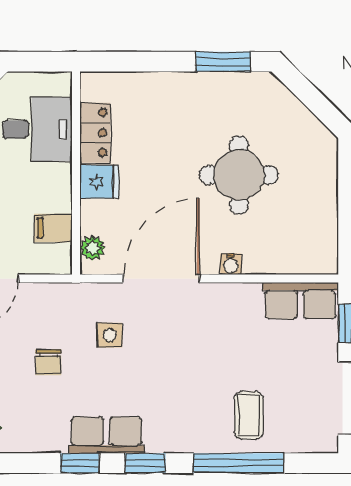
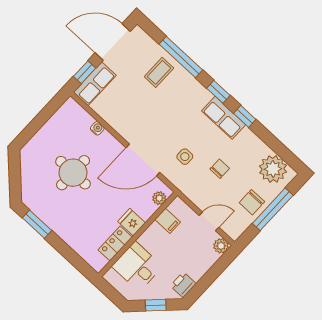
water cooler: (231, 264) -> (97, 128), moved
row of seats: (300, 301) -> (95, 84), moved, turned 90

